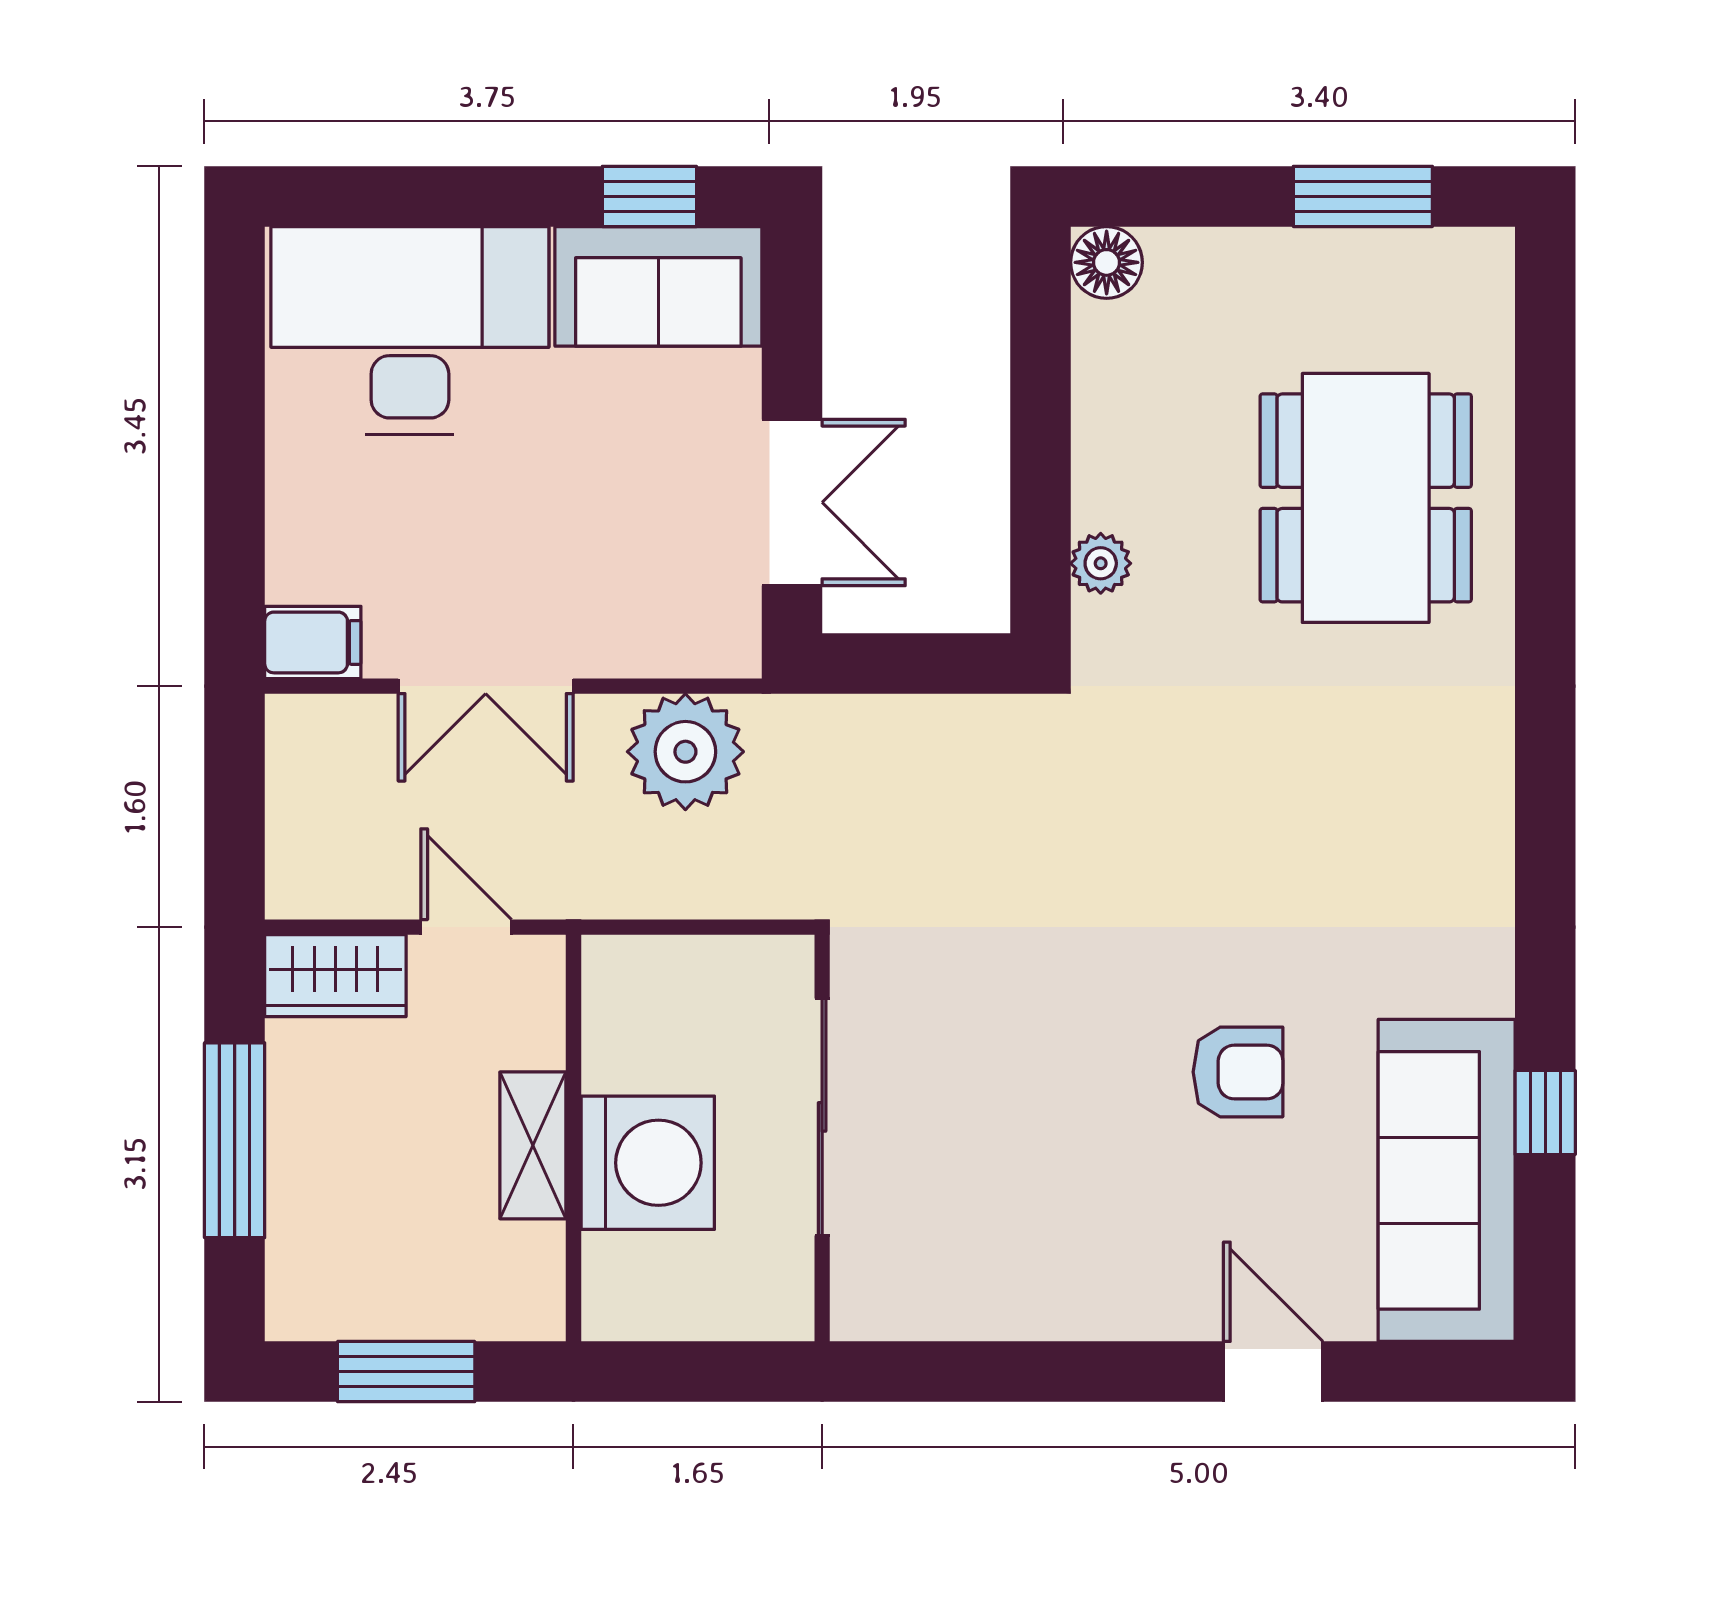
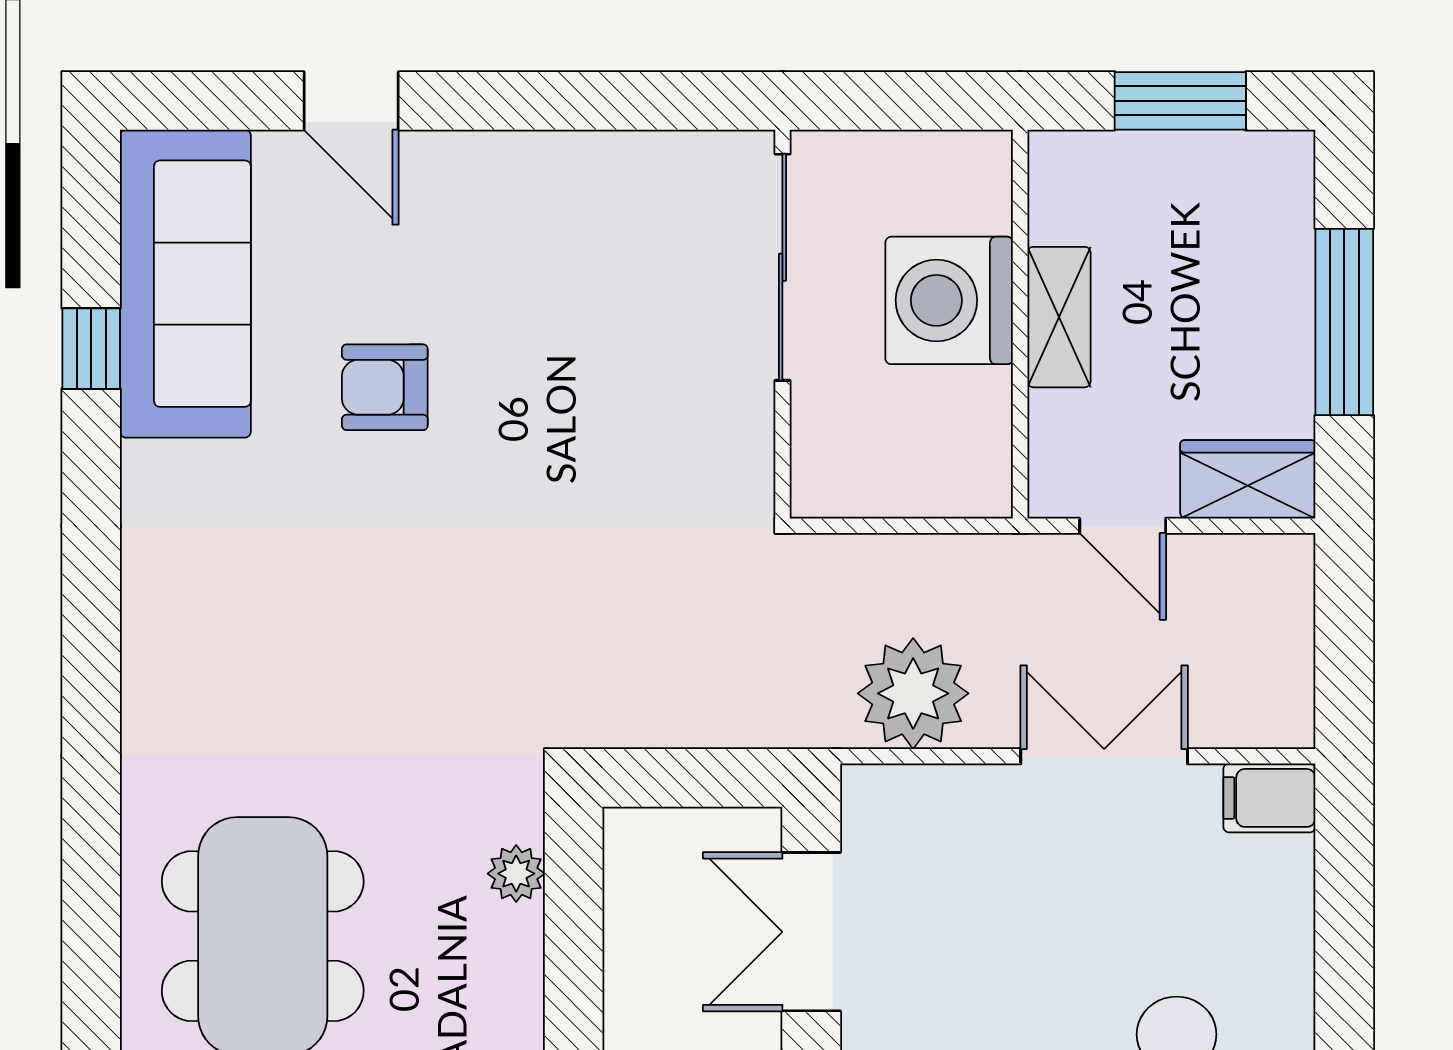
sliding door: (822, 1117) -> (782, 267), moved

